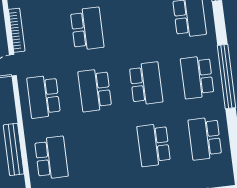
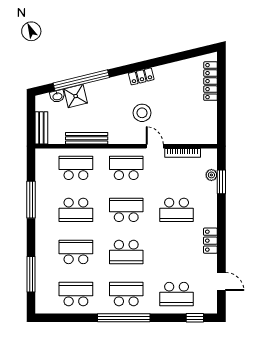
school desk: (103, 151) -> (76, 210), added
school desk: (51, 158) -> (76, 168), turned 180

